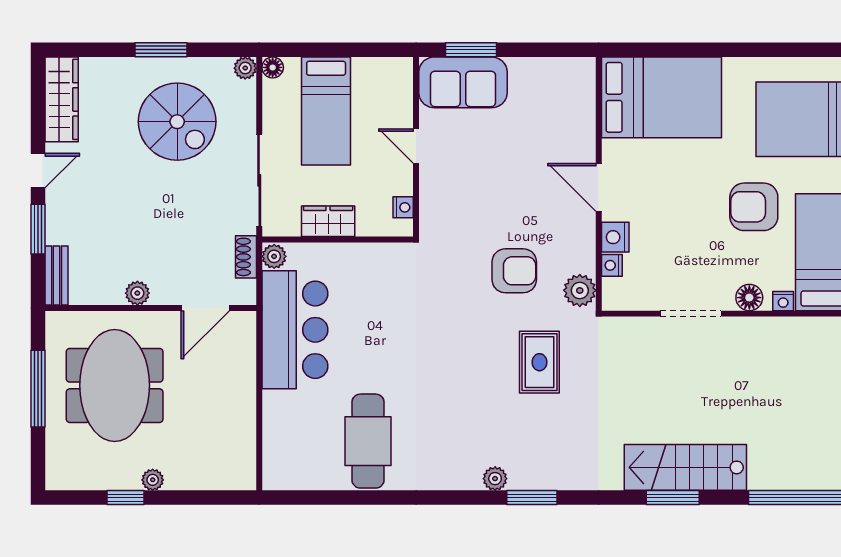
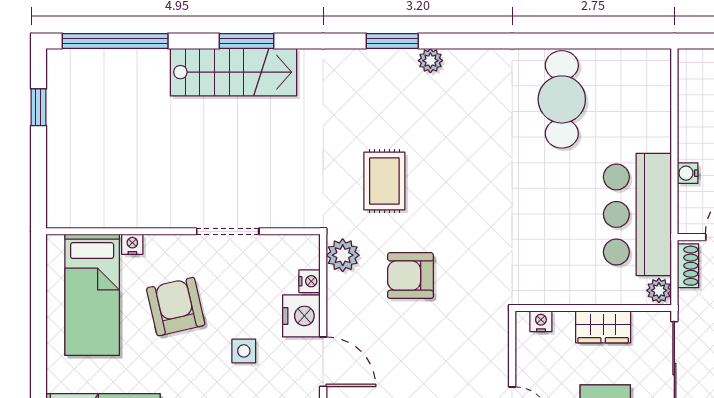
side table: (675, 198) -> (244, 351), added
nightstand: (403, 207) -> (541, 321), moved, turned 90
armchair: (754, 207) -> (176, 307), moved, turned -103
nightstand: (615, 237) -> (301, 316), width x1.36, depth x1.33
shoe rack: (246, 257) -> (688, 266), moved
floor lamp: (749, 298) -> (167, 248), removed
water cooler: (246, 370) -> (688, 173), added

